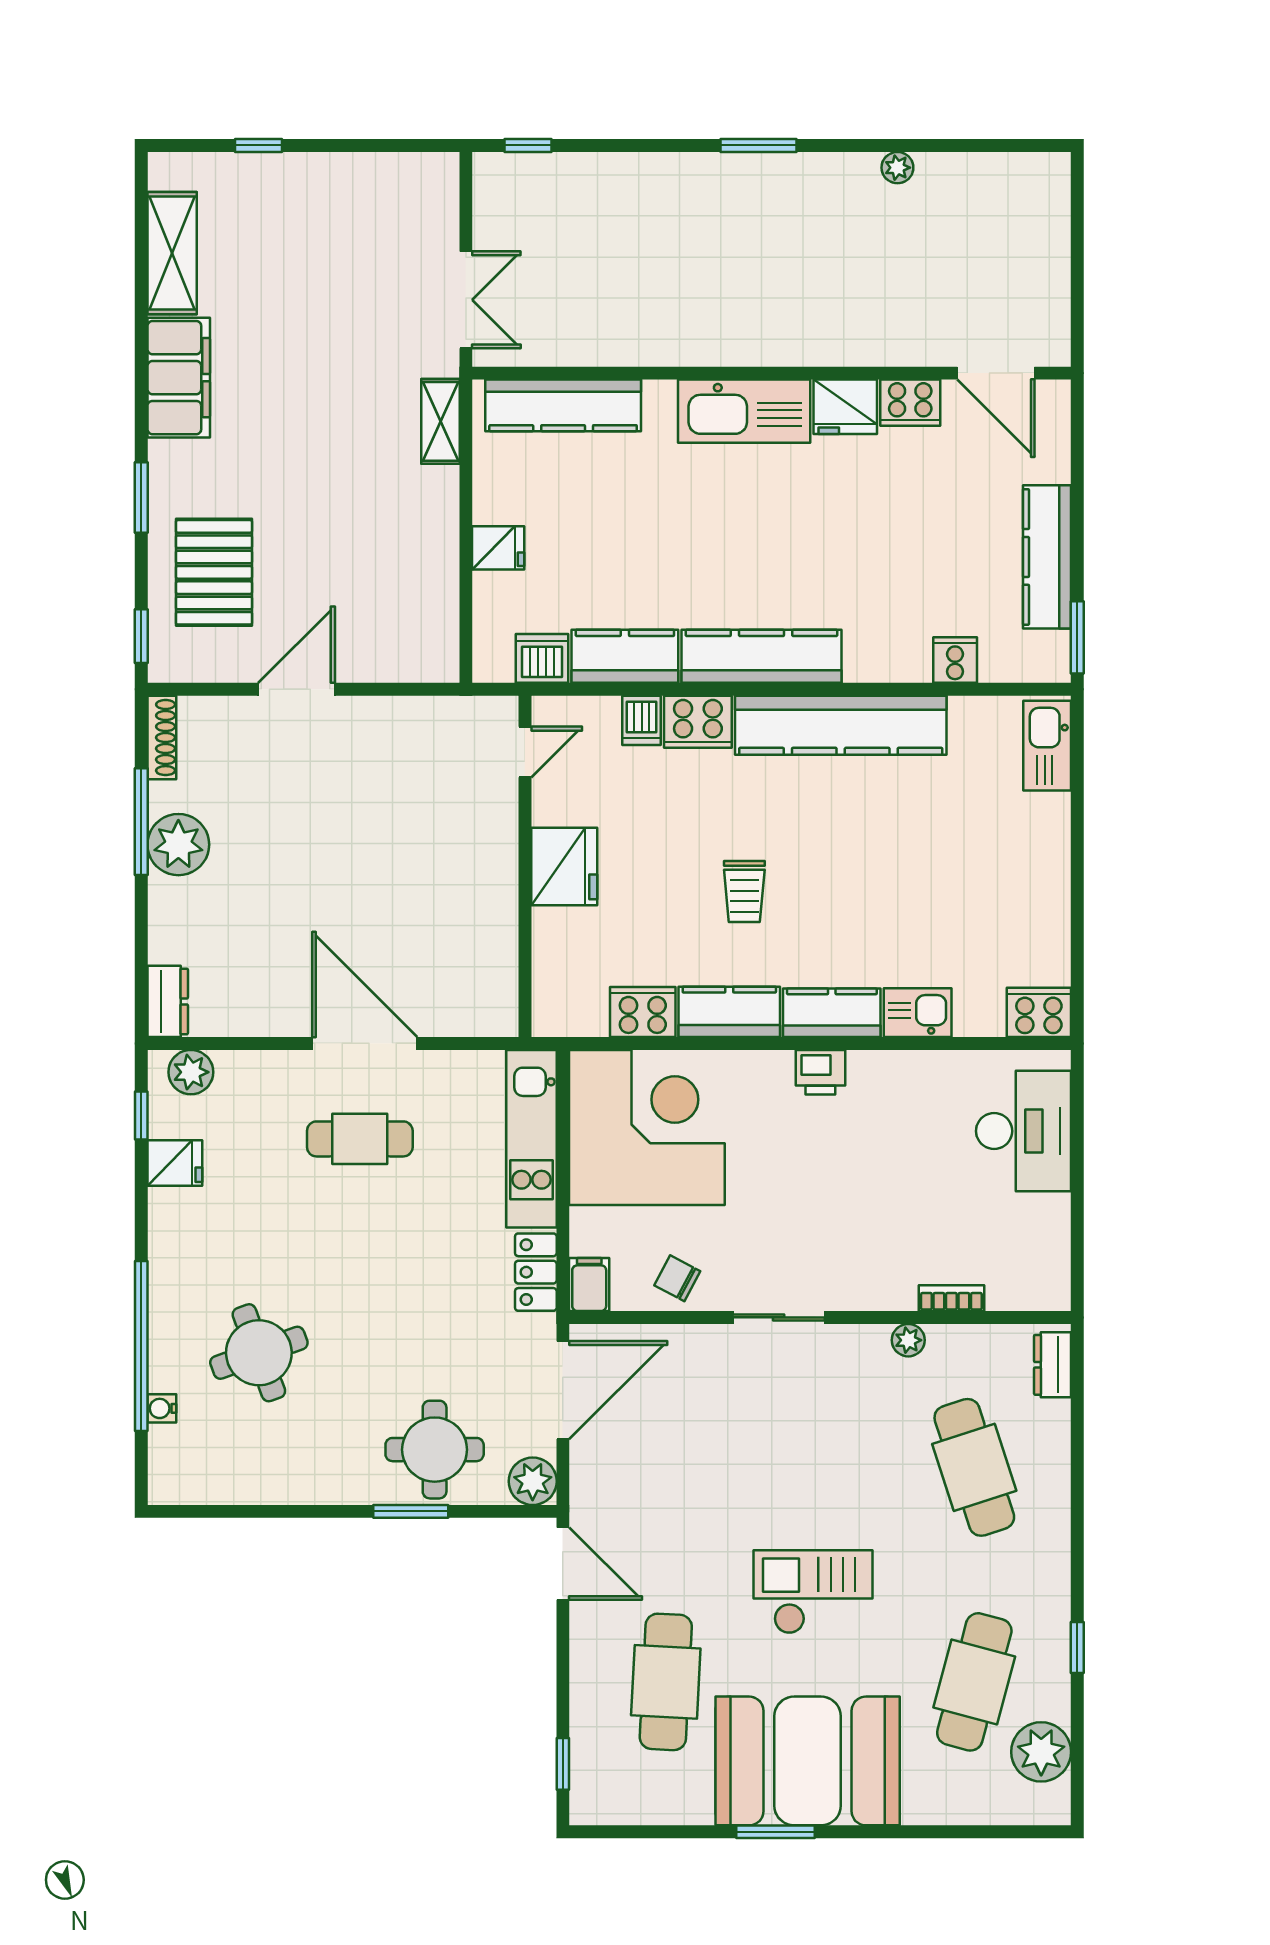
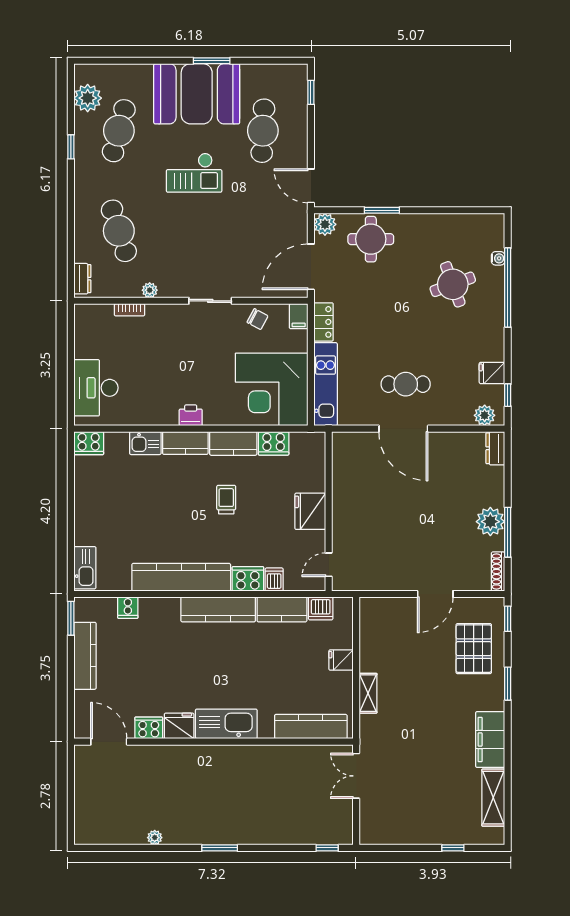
shelving: (440, 421) -> (368, 693), moved

